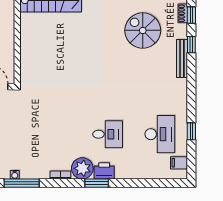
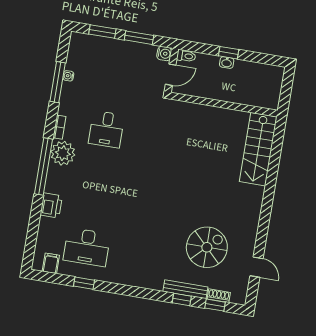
bench: (182, 59) -> (185, 289), moved
desk: (108, 134) -> (106, 129), moved
printer: (104, 171) -> (51, 206), moved
window: (97, 183) -> (44, 167), width x2.11

